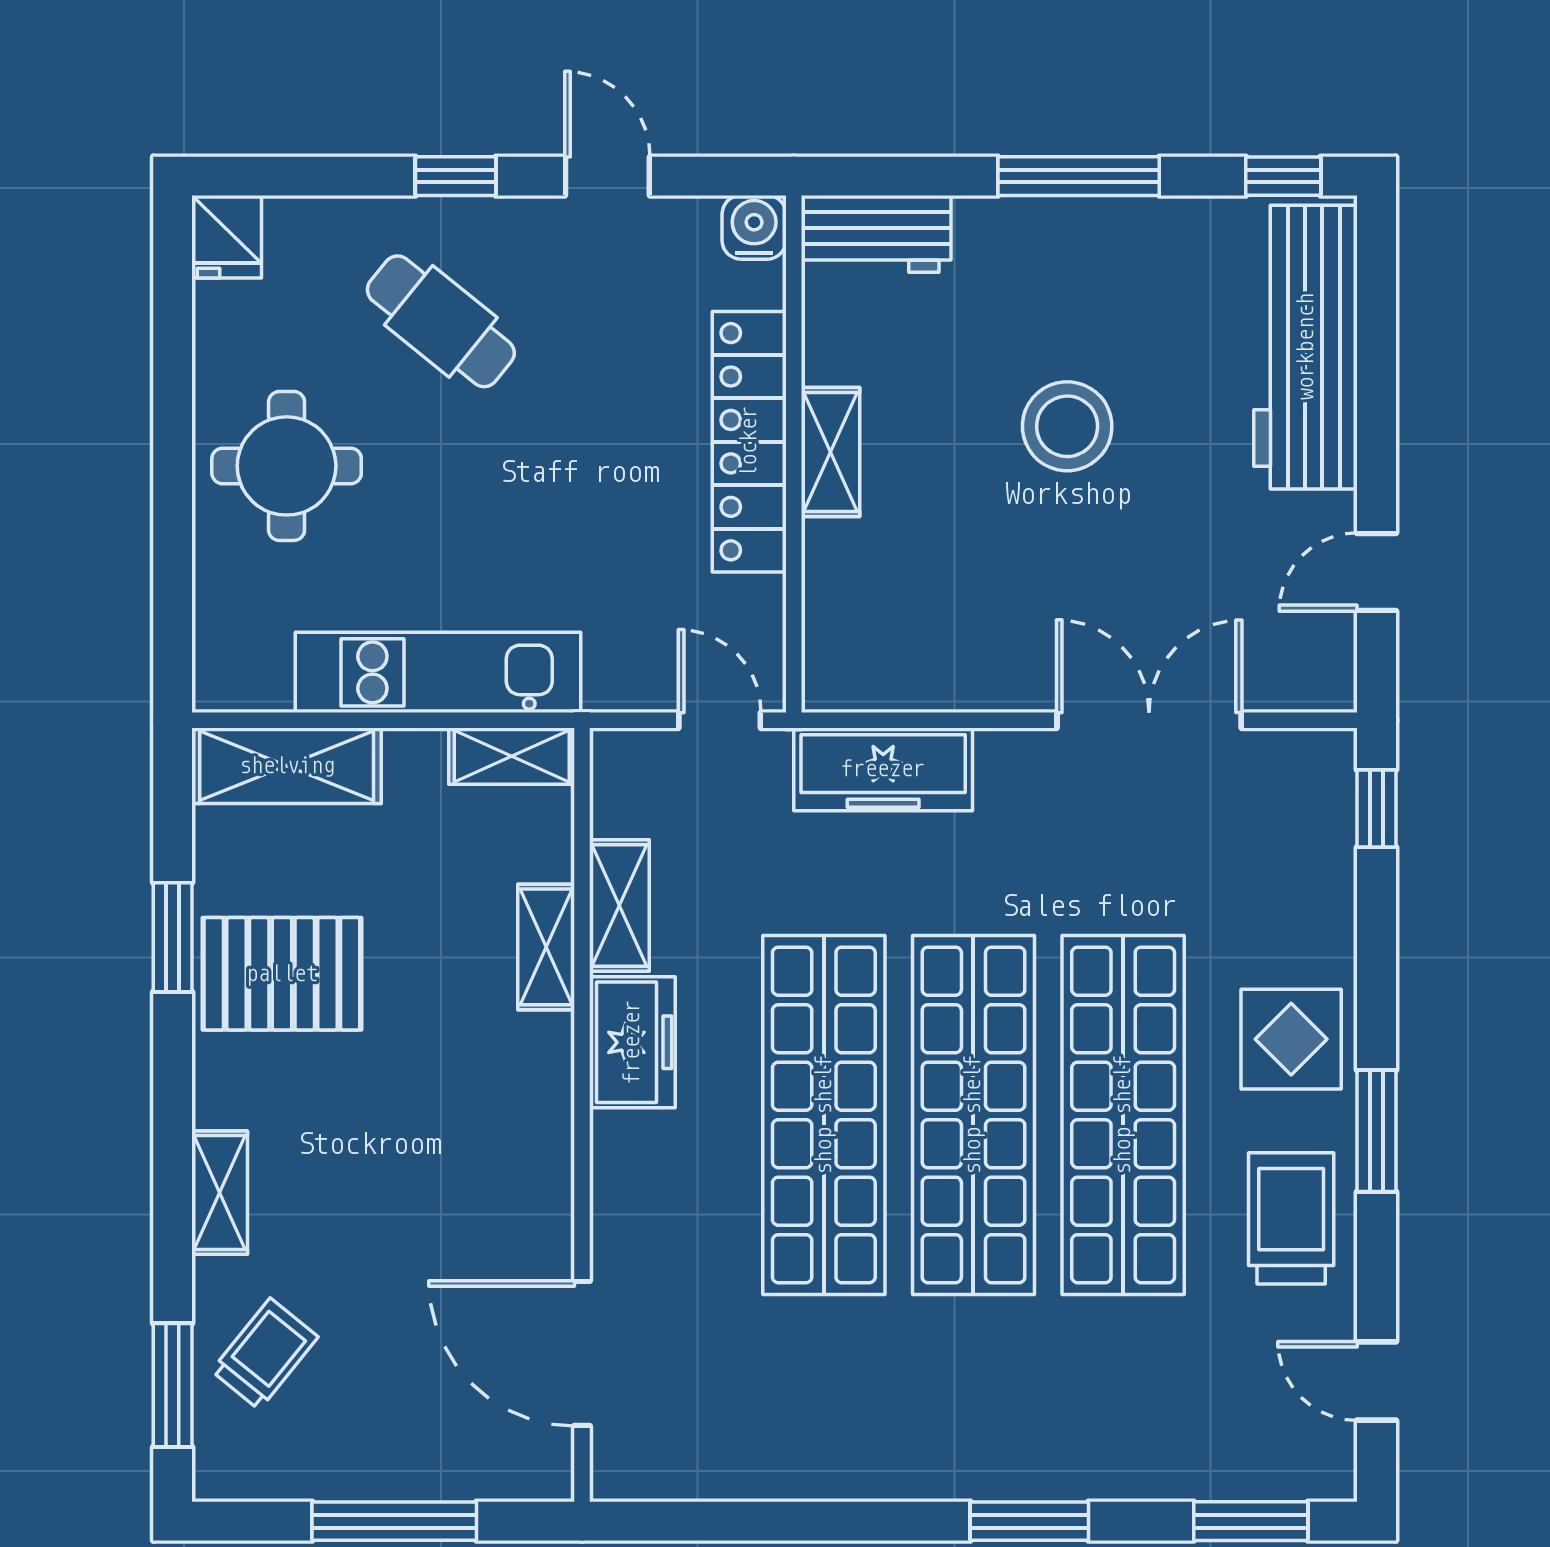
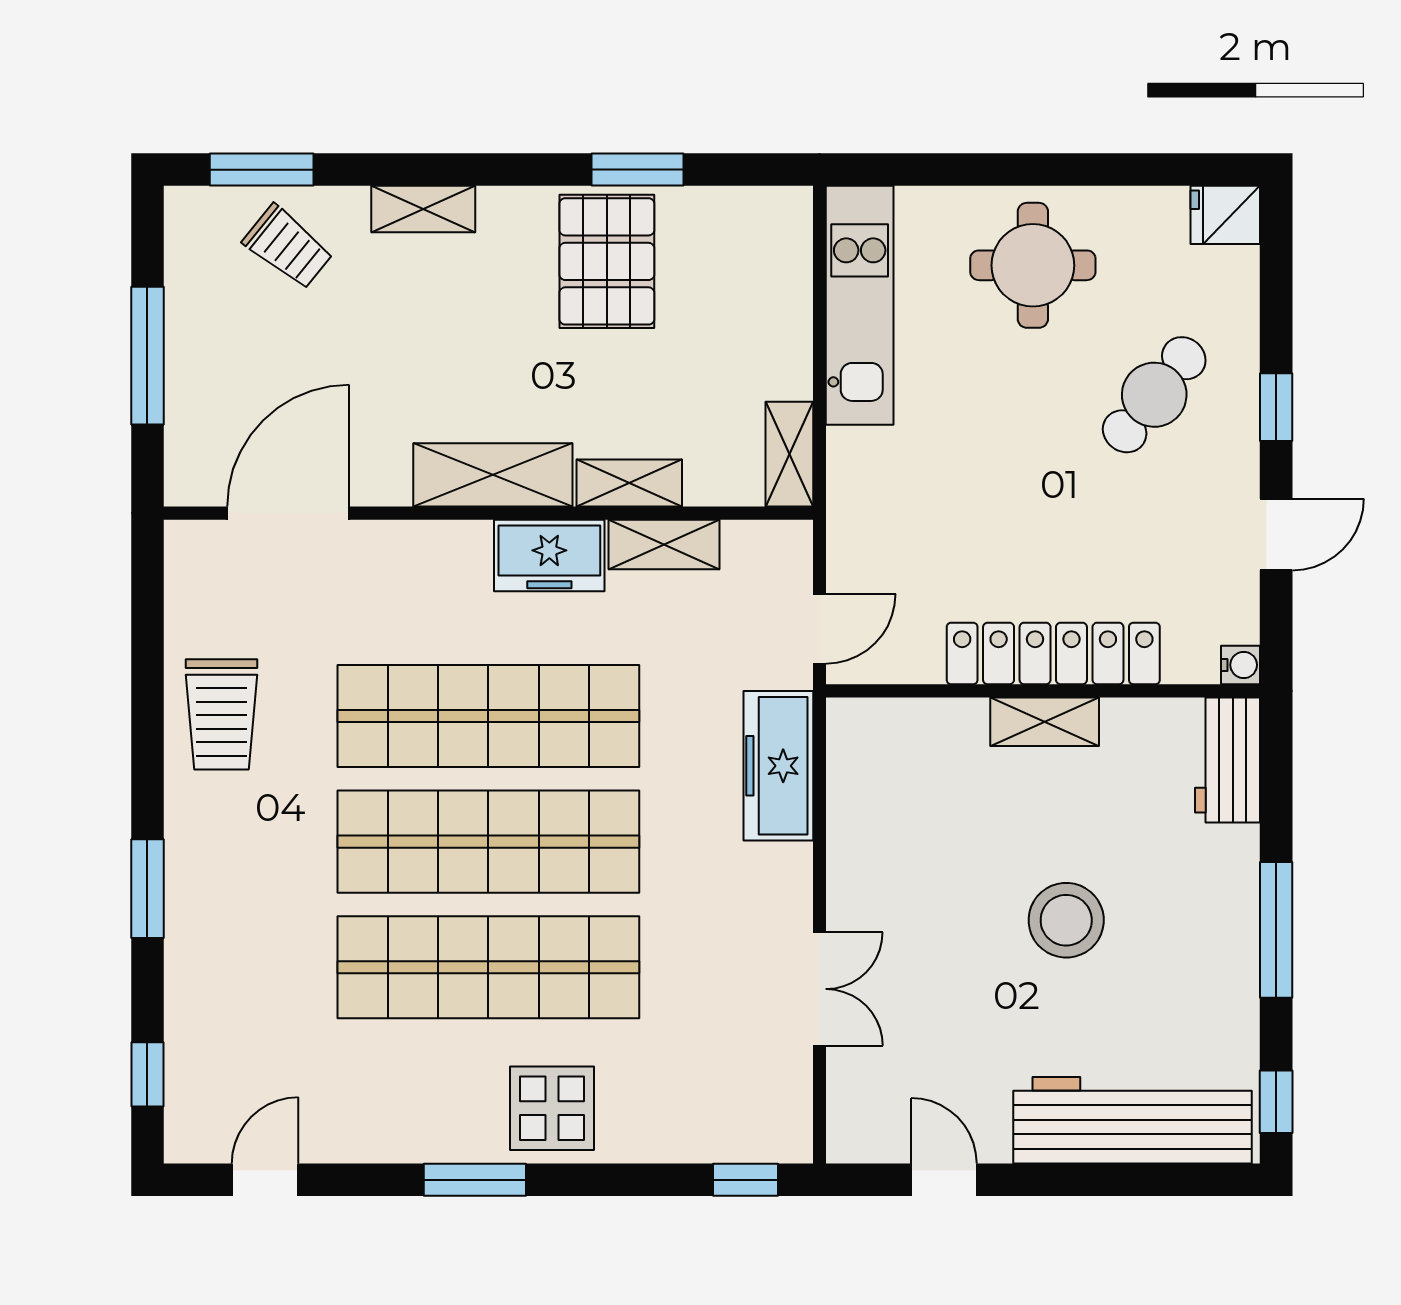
water cooler: (754, 227) -> (1241, 665), width x0.72, depth x0.72
kitchen unit: (438, 672) -> (860, 305), moved
double door: (1149, 720) -> (819, 989), width x0.73
shelving: (287, 766) -> (493, 475), moved, turned 90
trolley: (1291, 1218) -> (221, 714), moved, turned 90
window: (1251, 1521) -> (147, 1074), width x0.67

